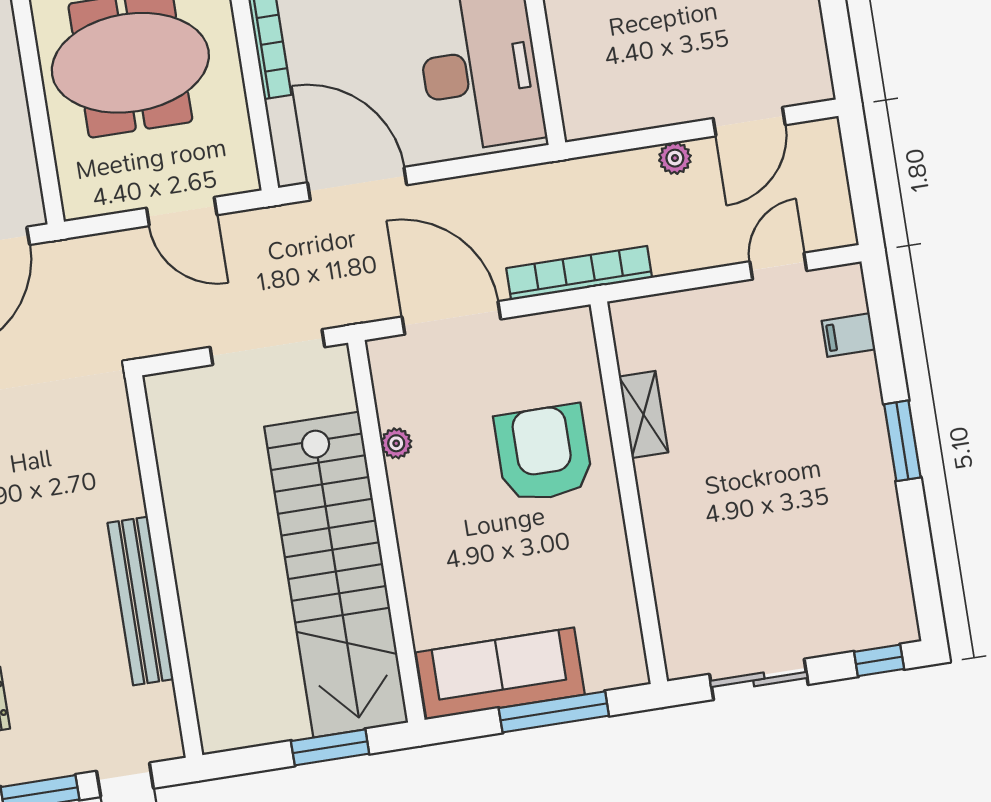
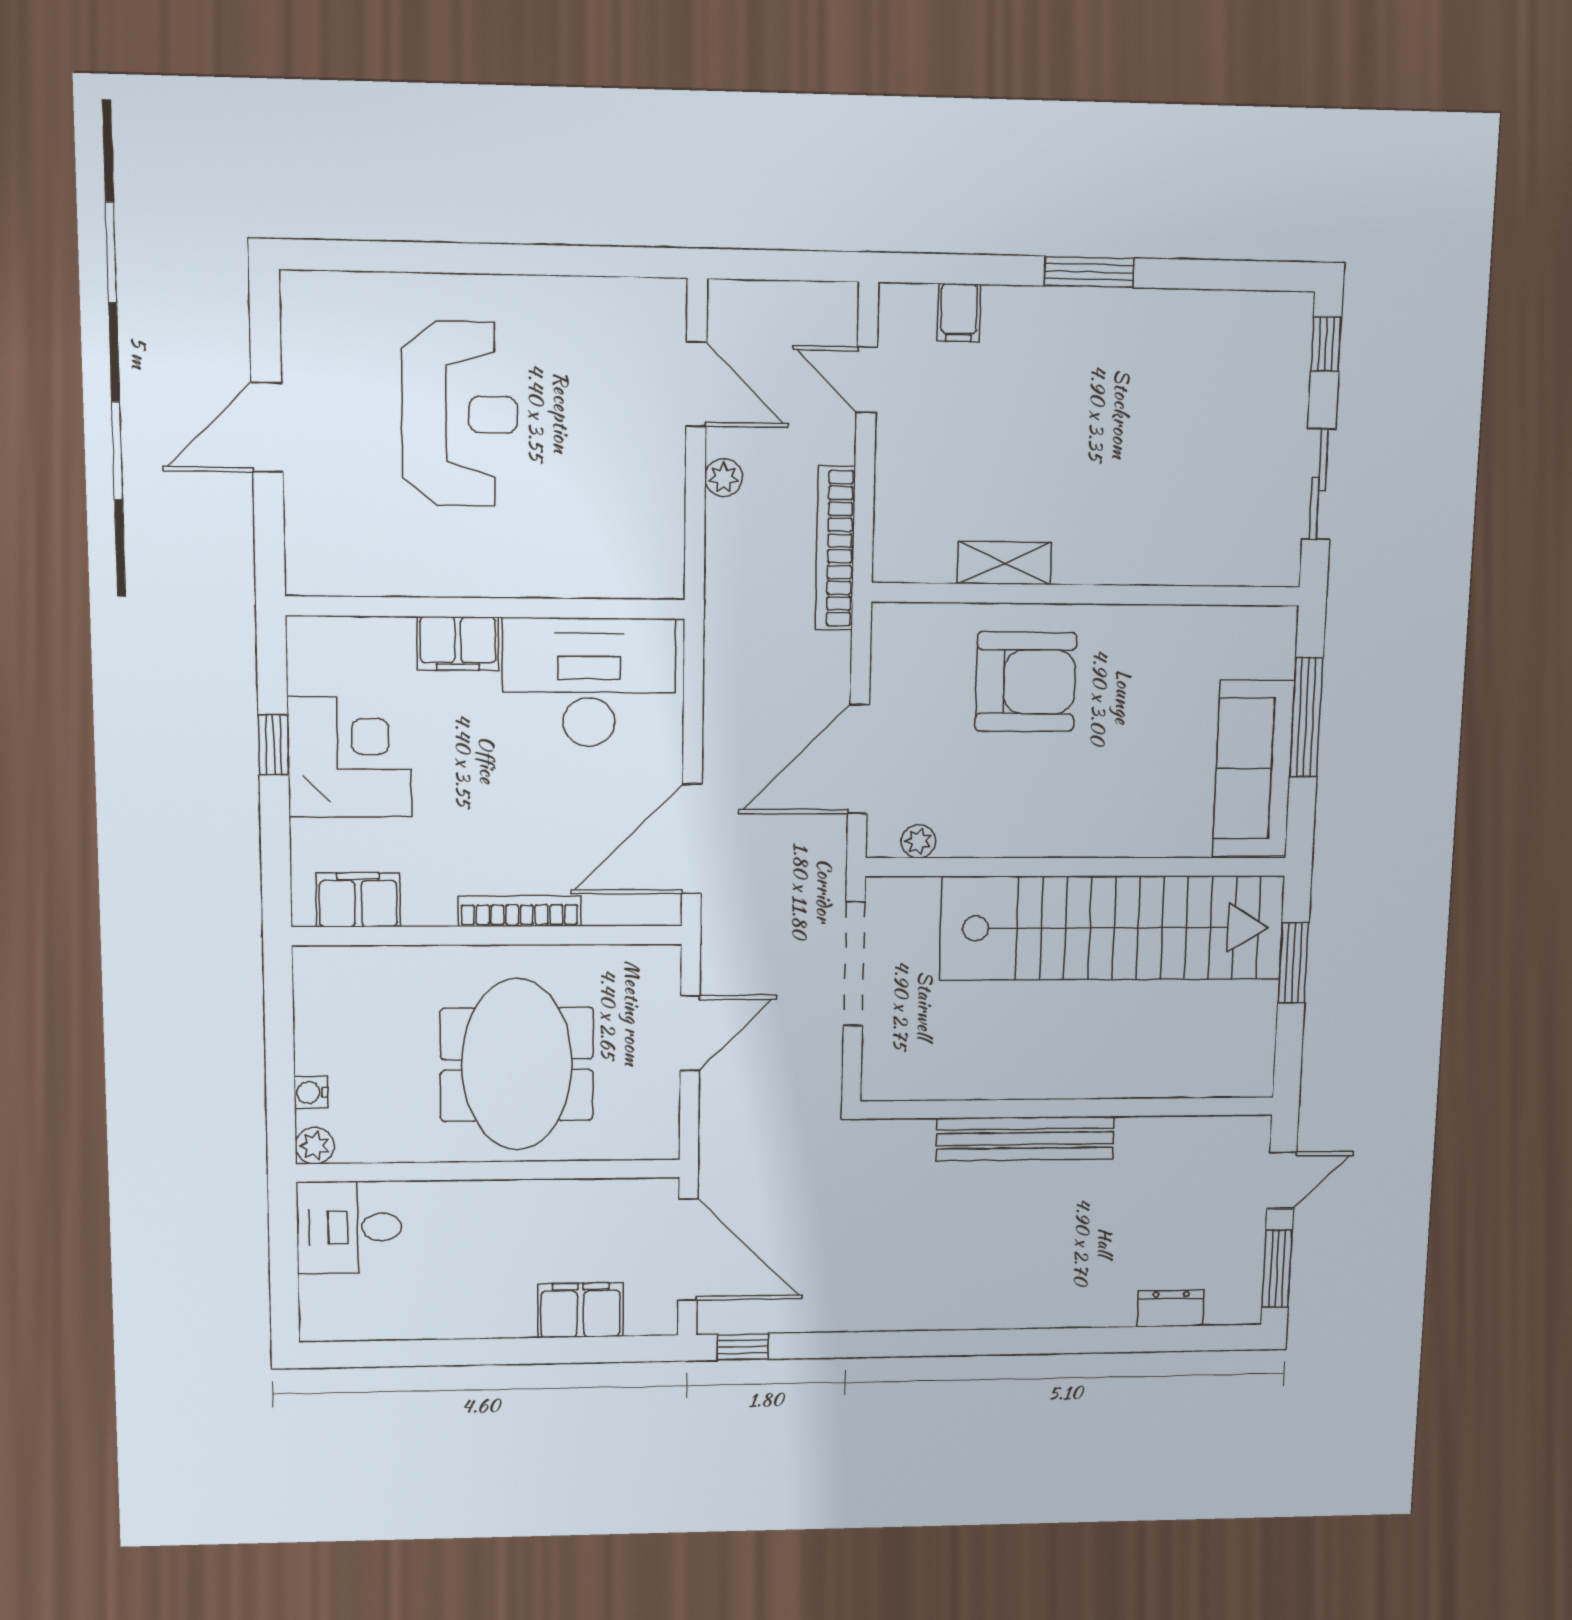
bookcase: (579, 273) -> (835, 548), moved
plant: (396, 443) -> (918, 841), moved
armchair: (544, 453) -> (1026, 682), turned 180
bench: (140, 601) -> (1025, 1139), moved

